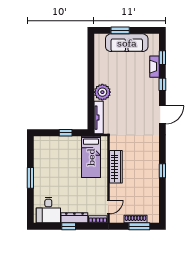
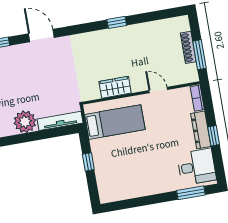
wardrobe: (116, 167) -> (115, 87), width x0.67
window: (30, 178) -> (191, 193), moved
door: (108, 207) -> (158, 90), moved
window: (139, 226) -> (199, 55), moved

